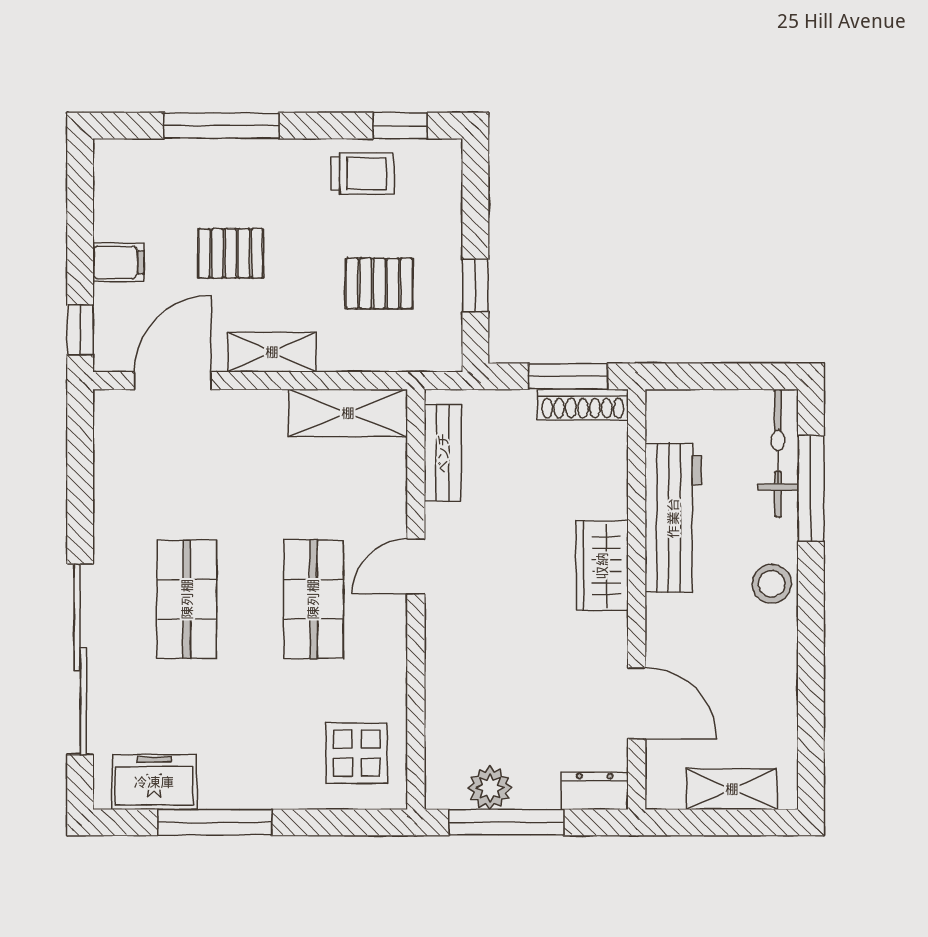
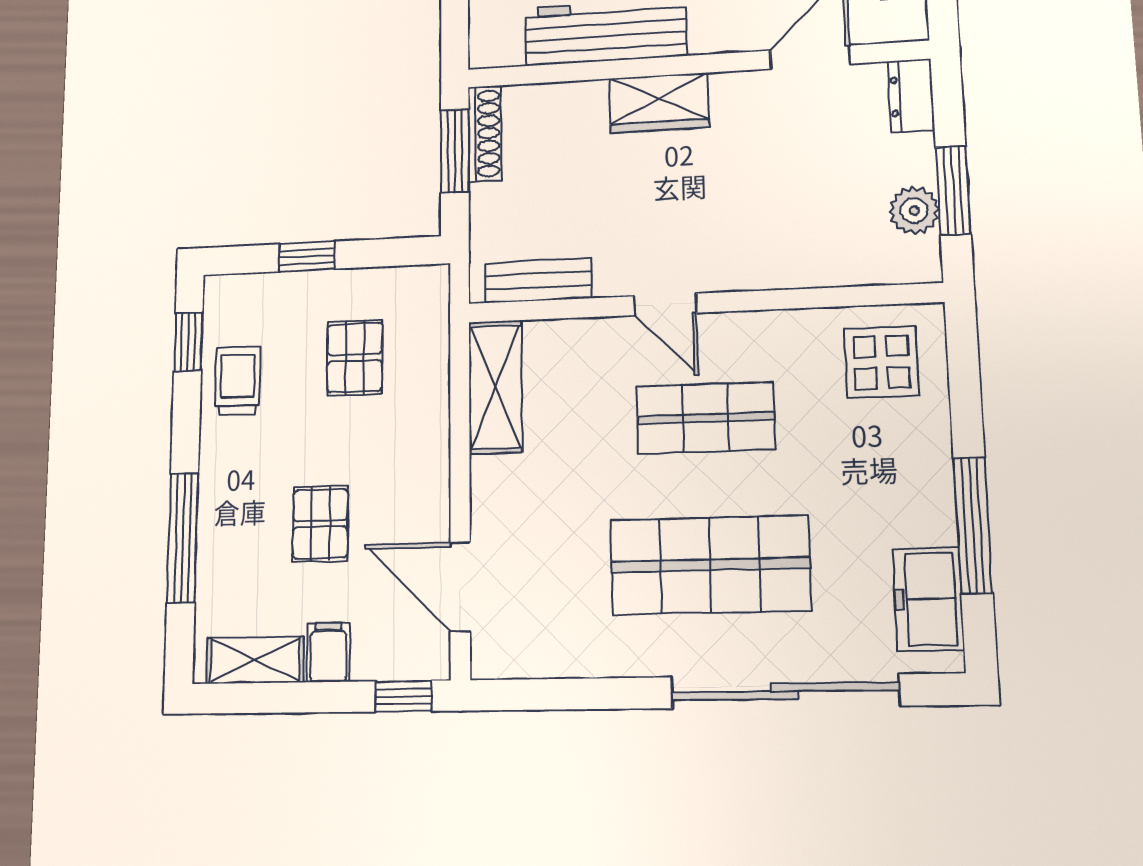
window: (475, 285) -> (307, 256), moved
shelving: (272, 352) -> (255, 660), moved, turned 90
shop shelf: (187, 599) -> (710, 565), width x1.43, depth x1.36
window: (506, 822) -> (953, 190), width x0.69

